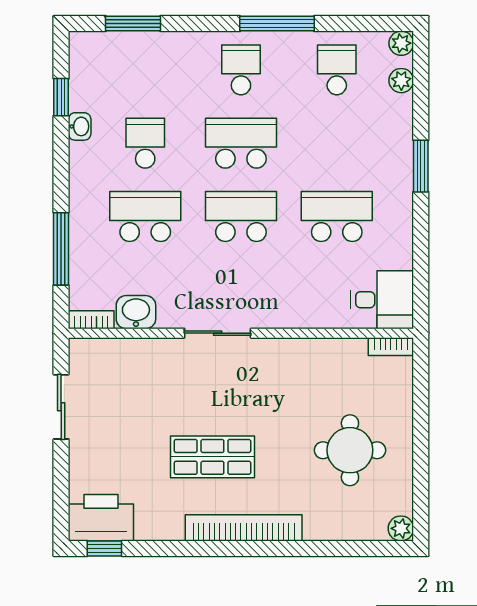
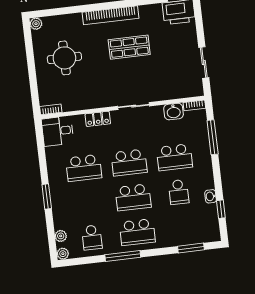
school desk: (241, 70) -> (137, 232), width x1.85
locker: (295, 315) -> (98, 119), added

